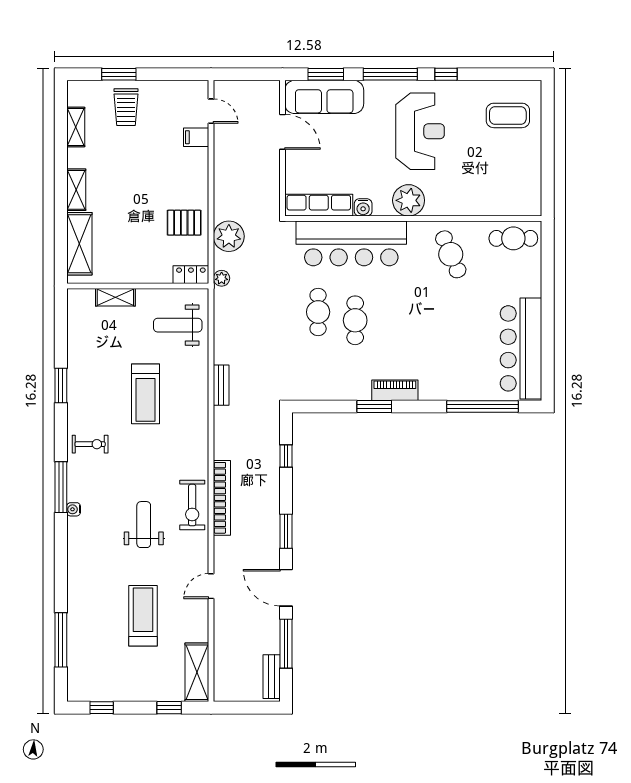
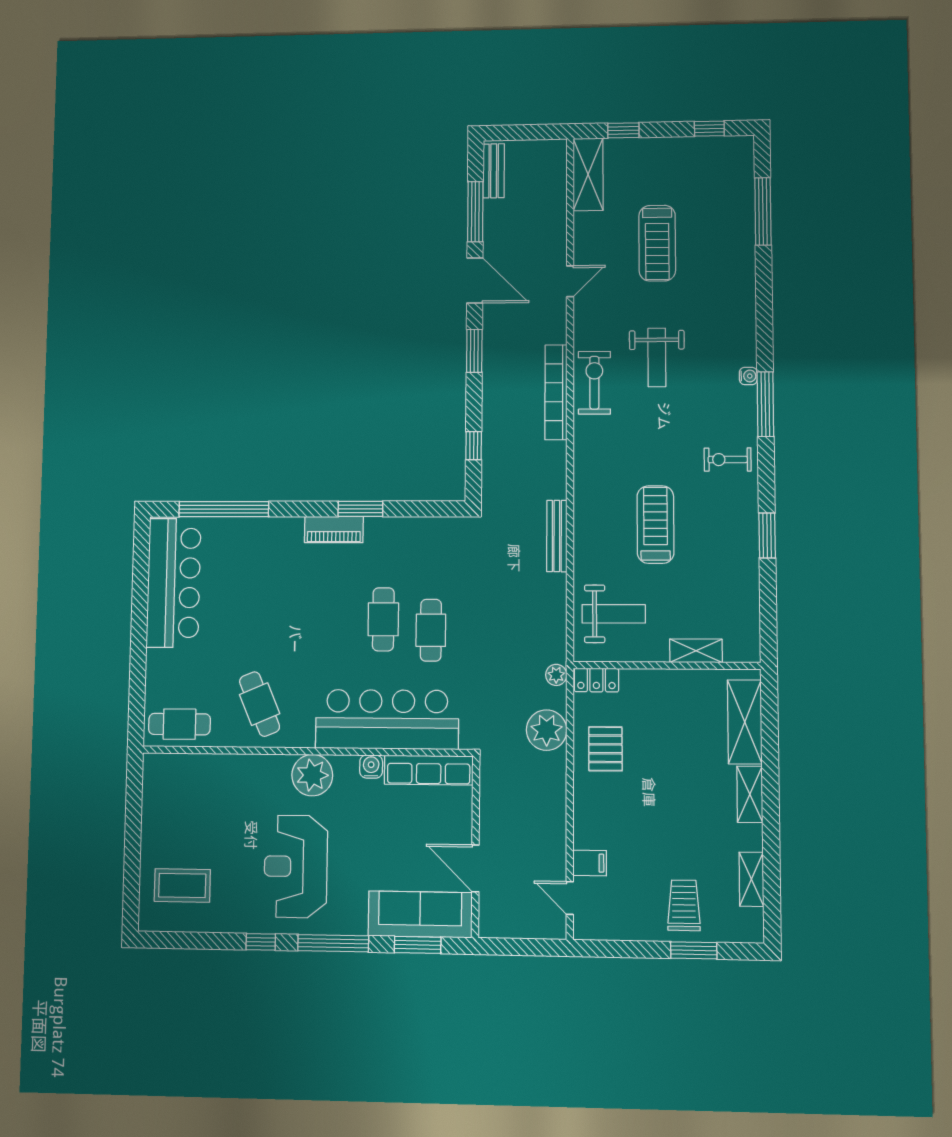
pallet: (184, 223) -> (605, 749), turned 90
bench: (221, 385) -> (557, 536), width x1.36

